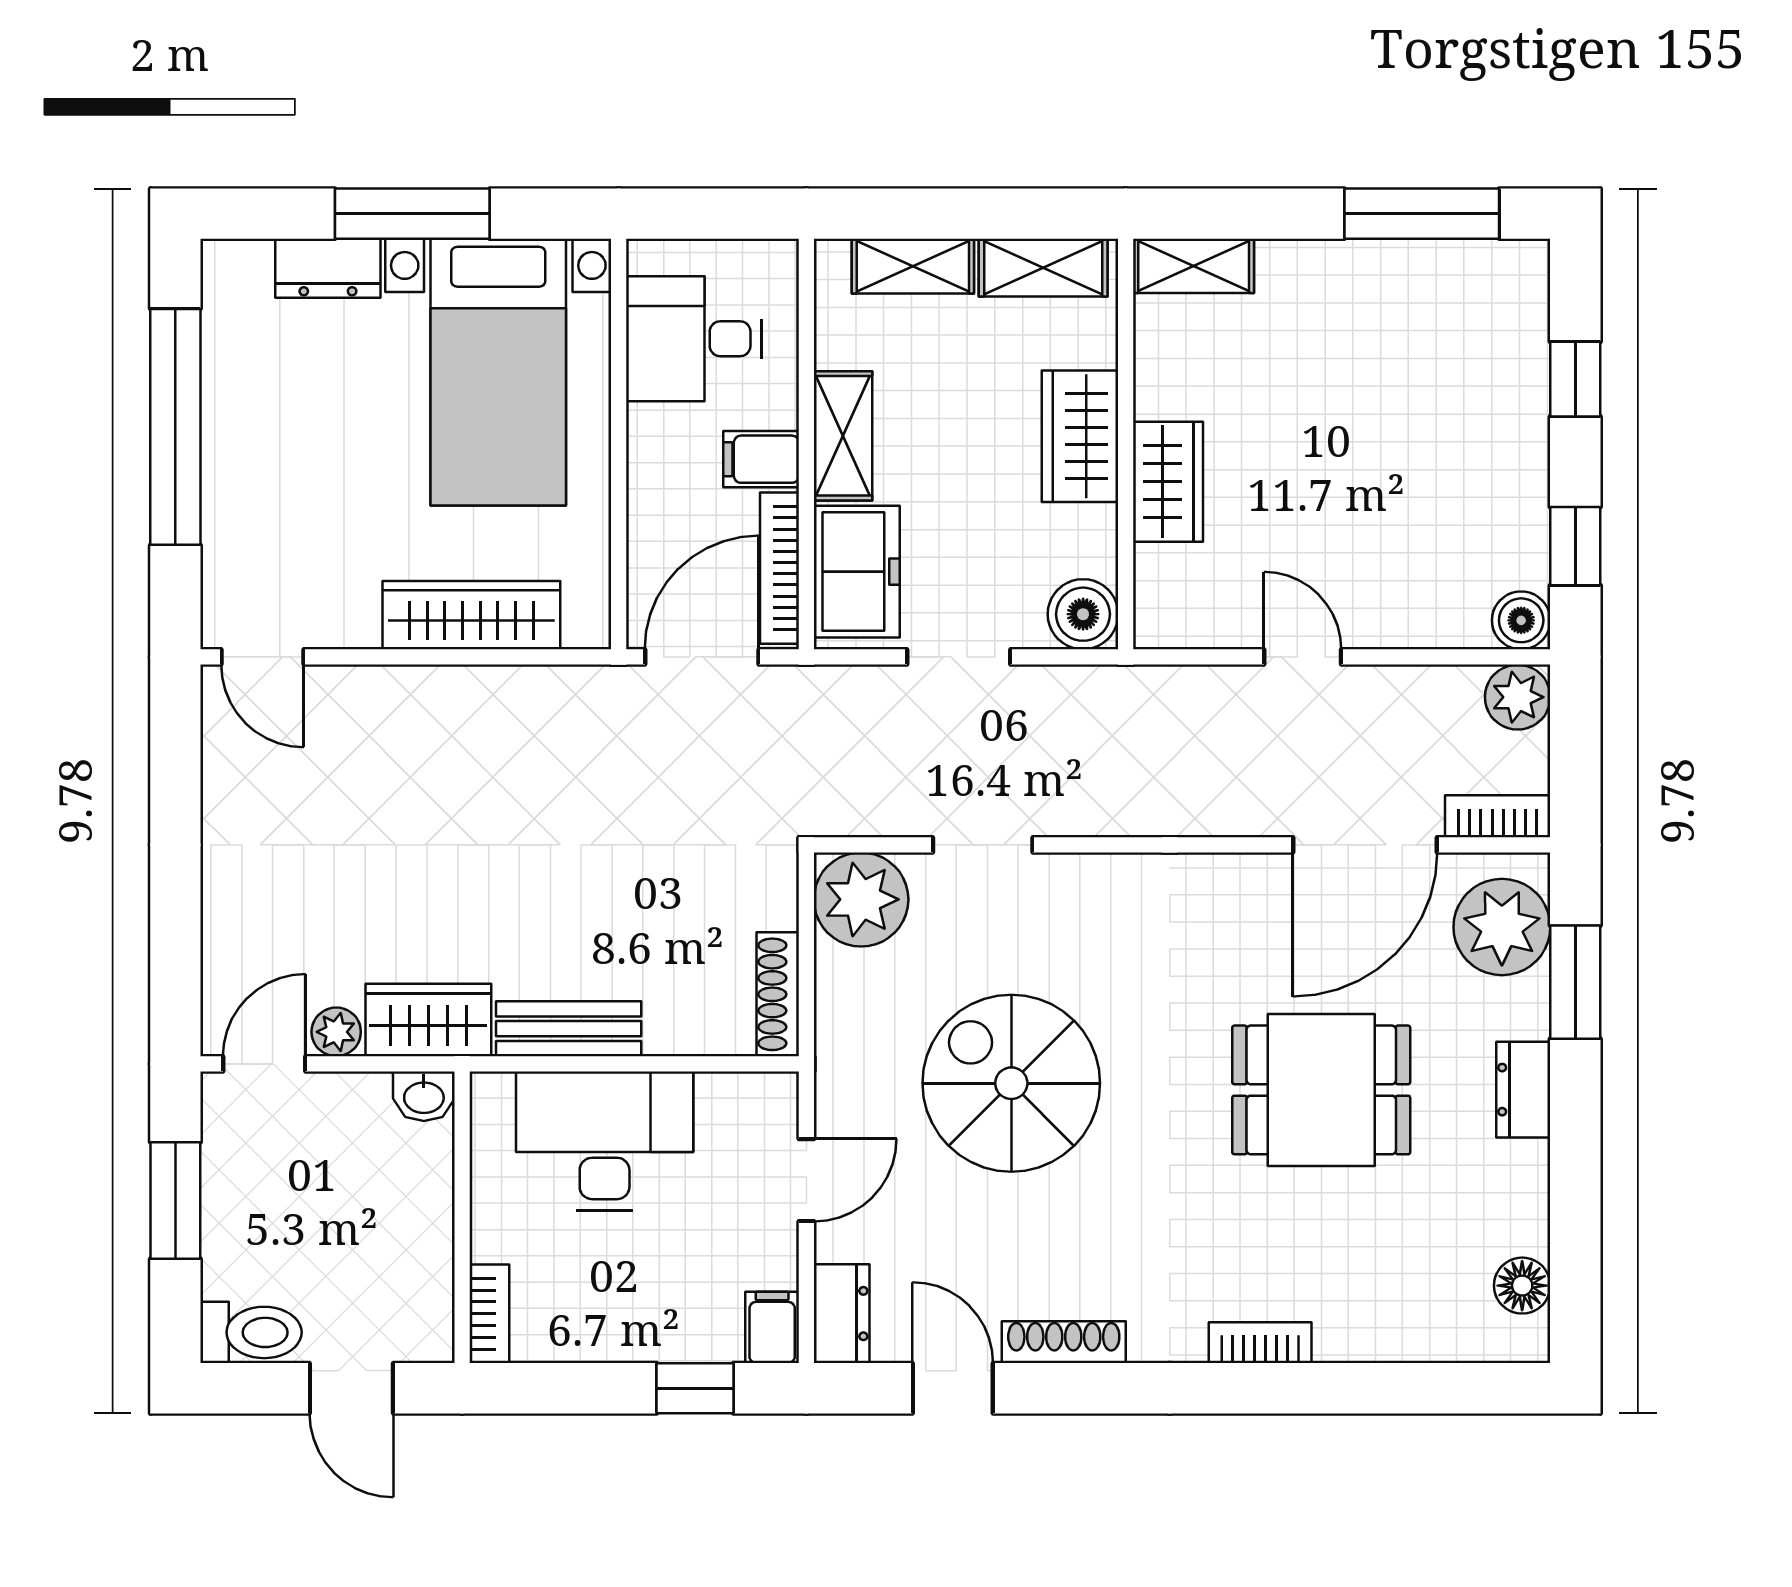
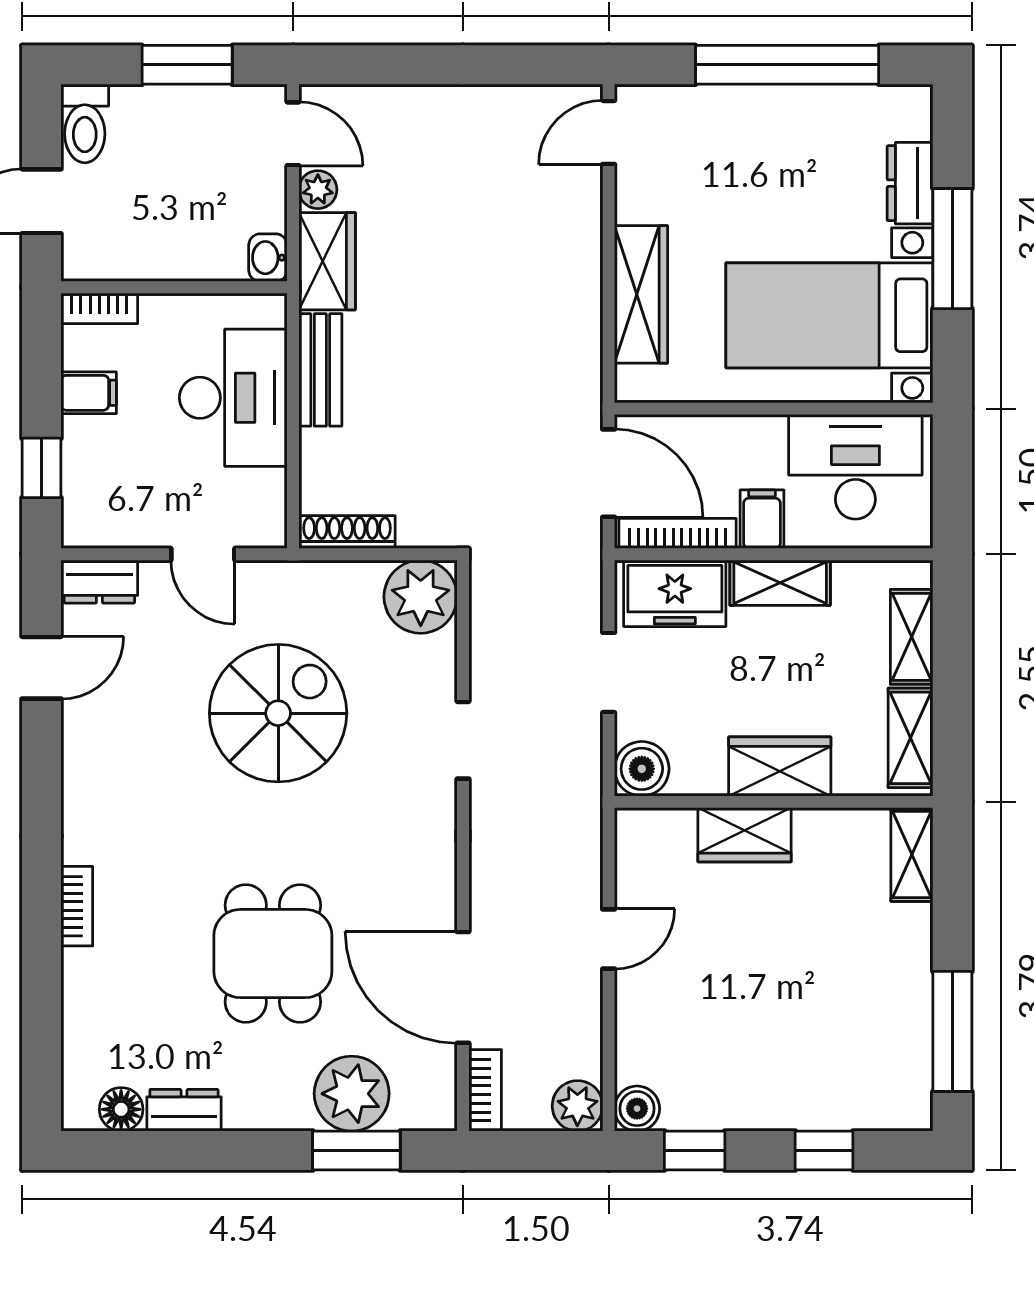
desk: (694, 339) -> (855, 467), width x1.37
doorway: (983, 845) -> (463, 740), moved
plant: (1502, 927) -> (352, 1094), moved
dresser: (1523, 1090) -> (184, 1110), moved
filing cabinet: (772, 1327) -> (89, 393), moved
shoe rack: (1064, 1342) -> (77, 754), removed

